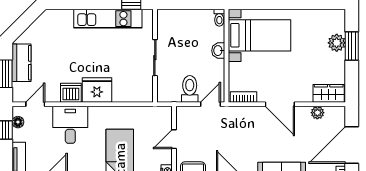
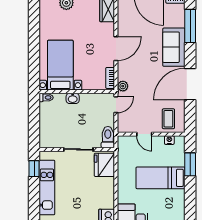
toilet: (190, 89) -> (108, 137), moved, turned 90
fridge: (97, 90) -> (104, 165), moved
door: (210, 104) -> (116, 105), swing flipped
plant: (317, 113) -> (123, 86), moved

